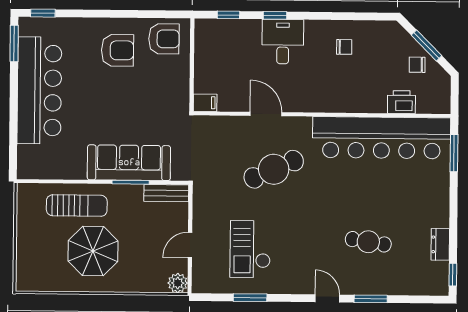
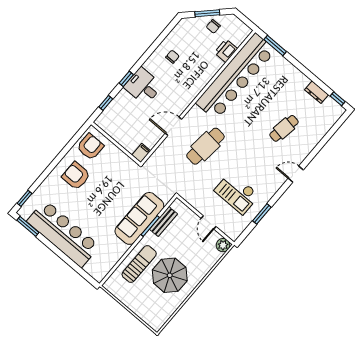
armchair: (117, 50) -> (76, 176), turned -90
cafe table: (274, 169) -> (205, 146), turned 30
bench: (166, 193) -> (163, 222), moved
window: (371, 299) -> (315, 152), removed

